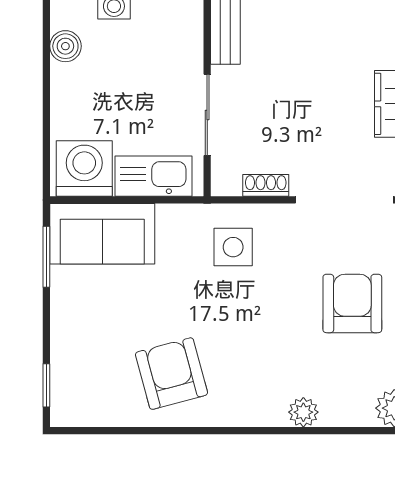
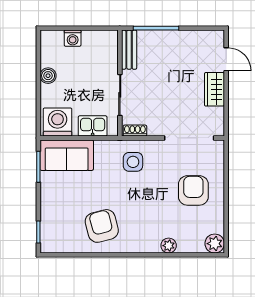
boiler: (65, 46) -> (48, 76), moved
kitchen sink: (153, 176) -> (93, 126), width x0.73
shoe rack: (266, 185) -> (135, 131), moved

